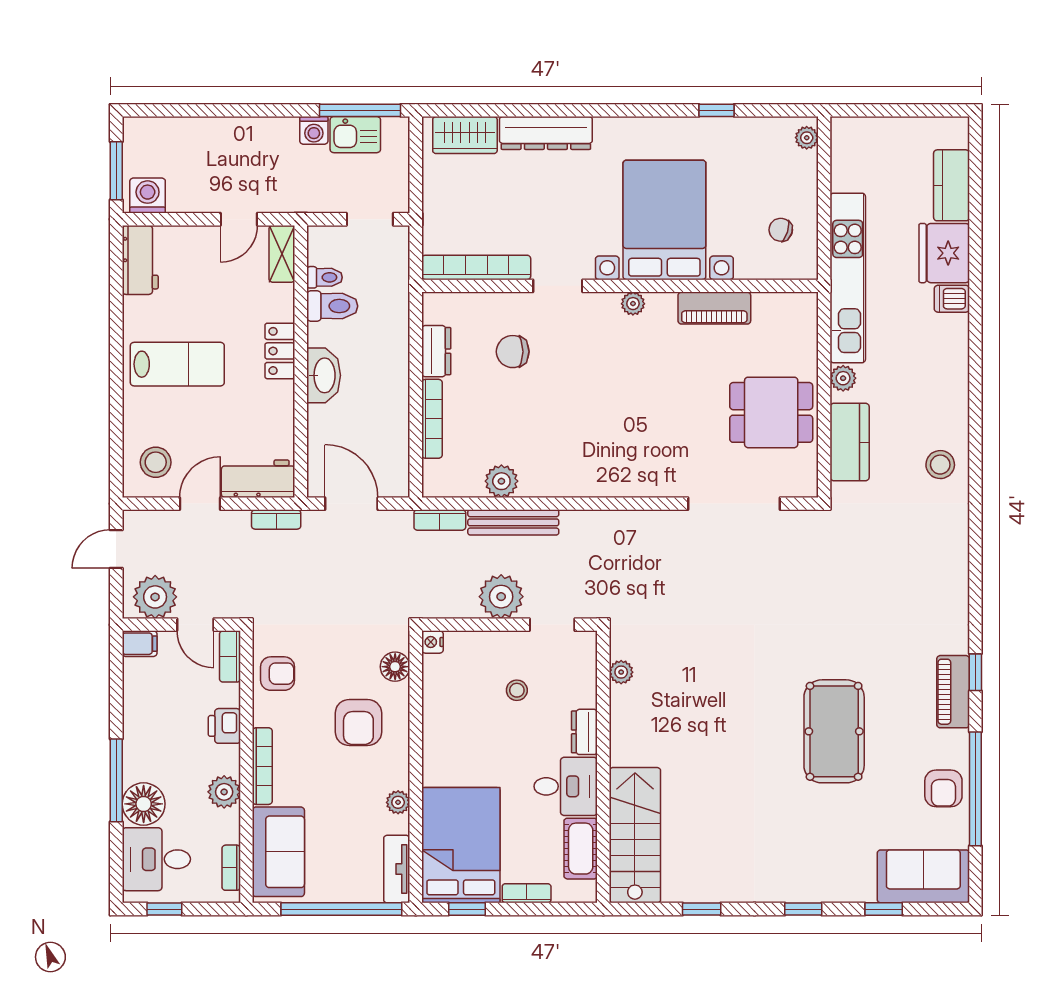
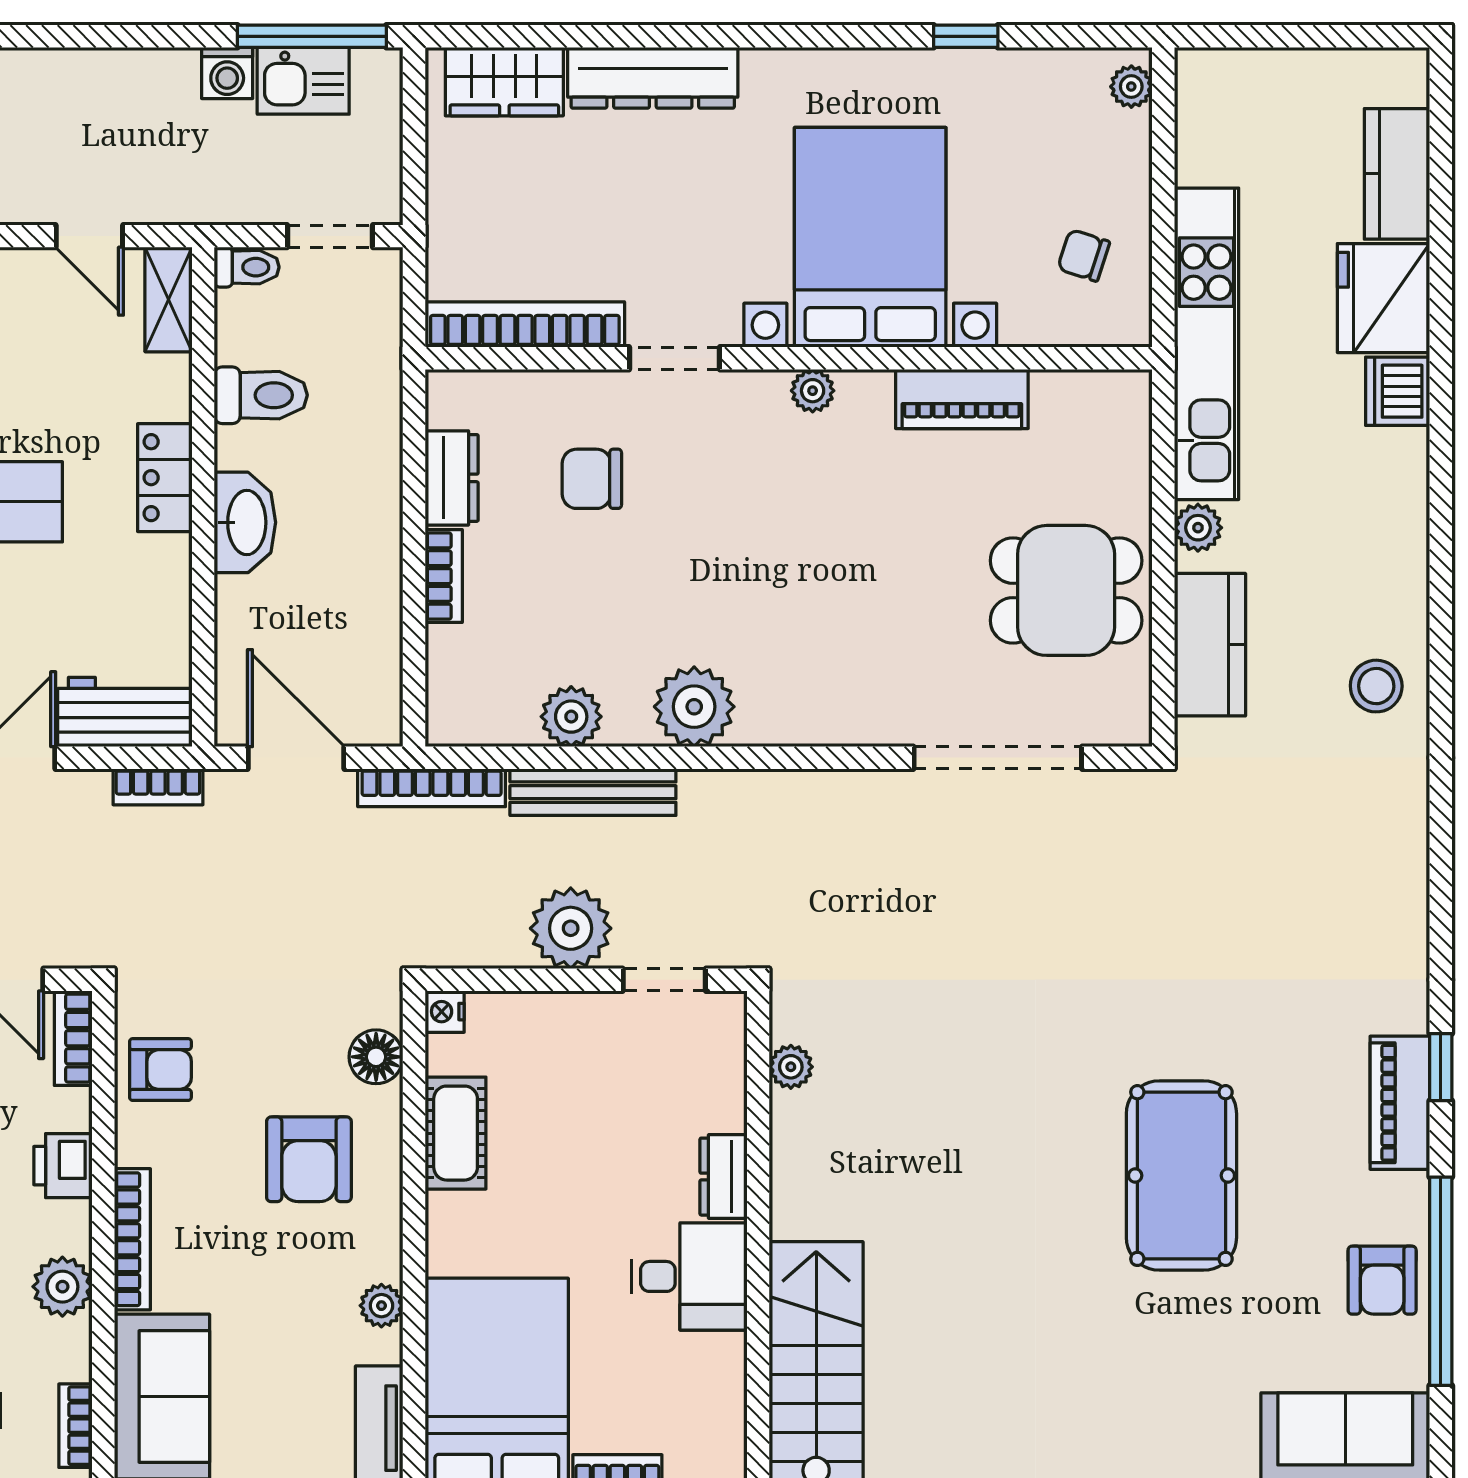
door: (239, 219) -> (89, 236), hinge flipped
toilet: (325, 277) -> (247, 267), moved
dishwasher: (952, 299) -> (1398, 391), width x1.38
bookcase: (432, 419) -> (444, 576), width x0.64
plant: (568, 476) -> (694, 707), added
bookcase: (440, 520) -> (432, 788), width x1.56
stool: (517, 690) -> (599, 1100), removed
cot: (581, 849) -> (456, 1133), moved

